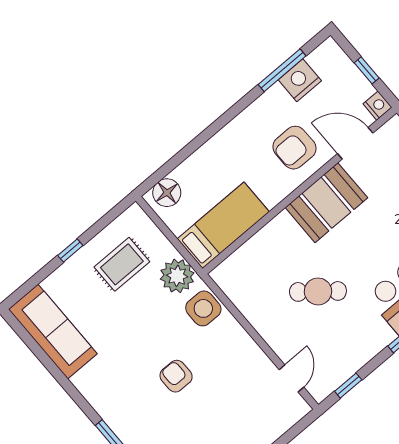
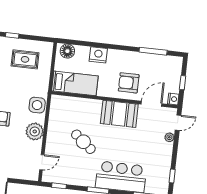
nightstand: (300, 80) -> (98, 55), moved
door: (355, 143) -> (151, 104), hinge flipped
plant: (177, 276) -> (35, 131), moved

